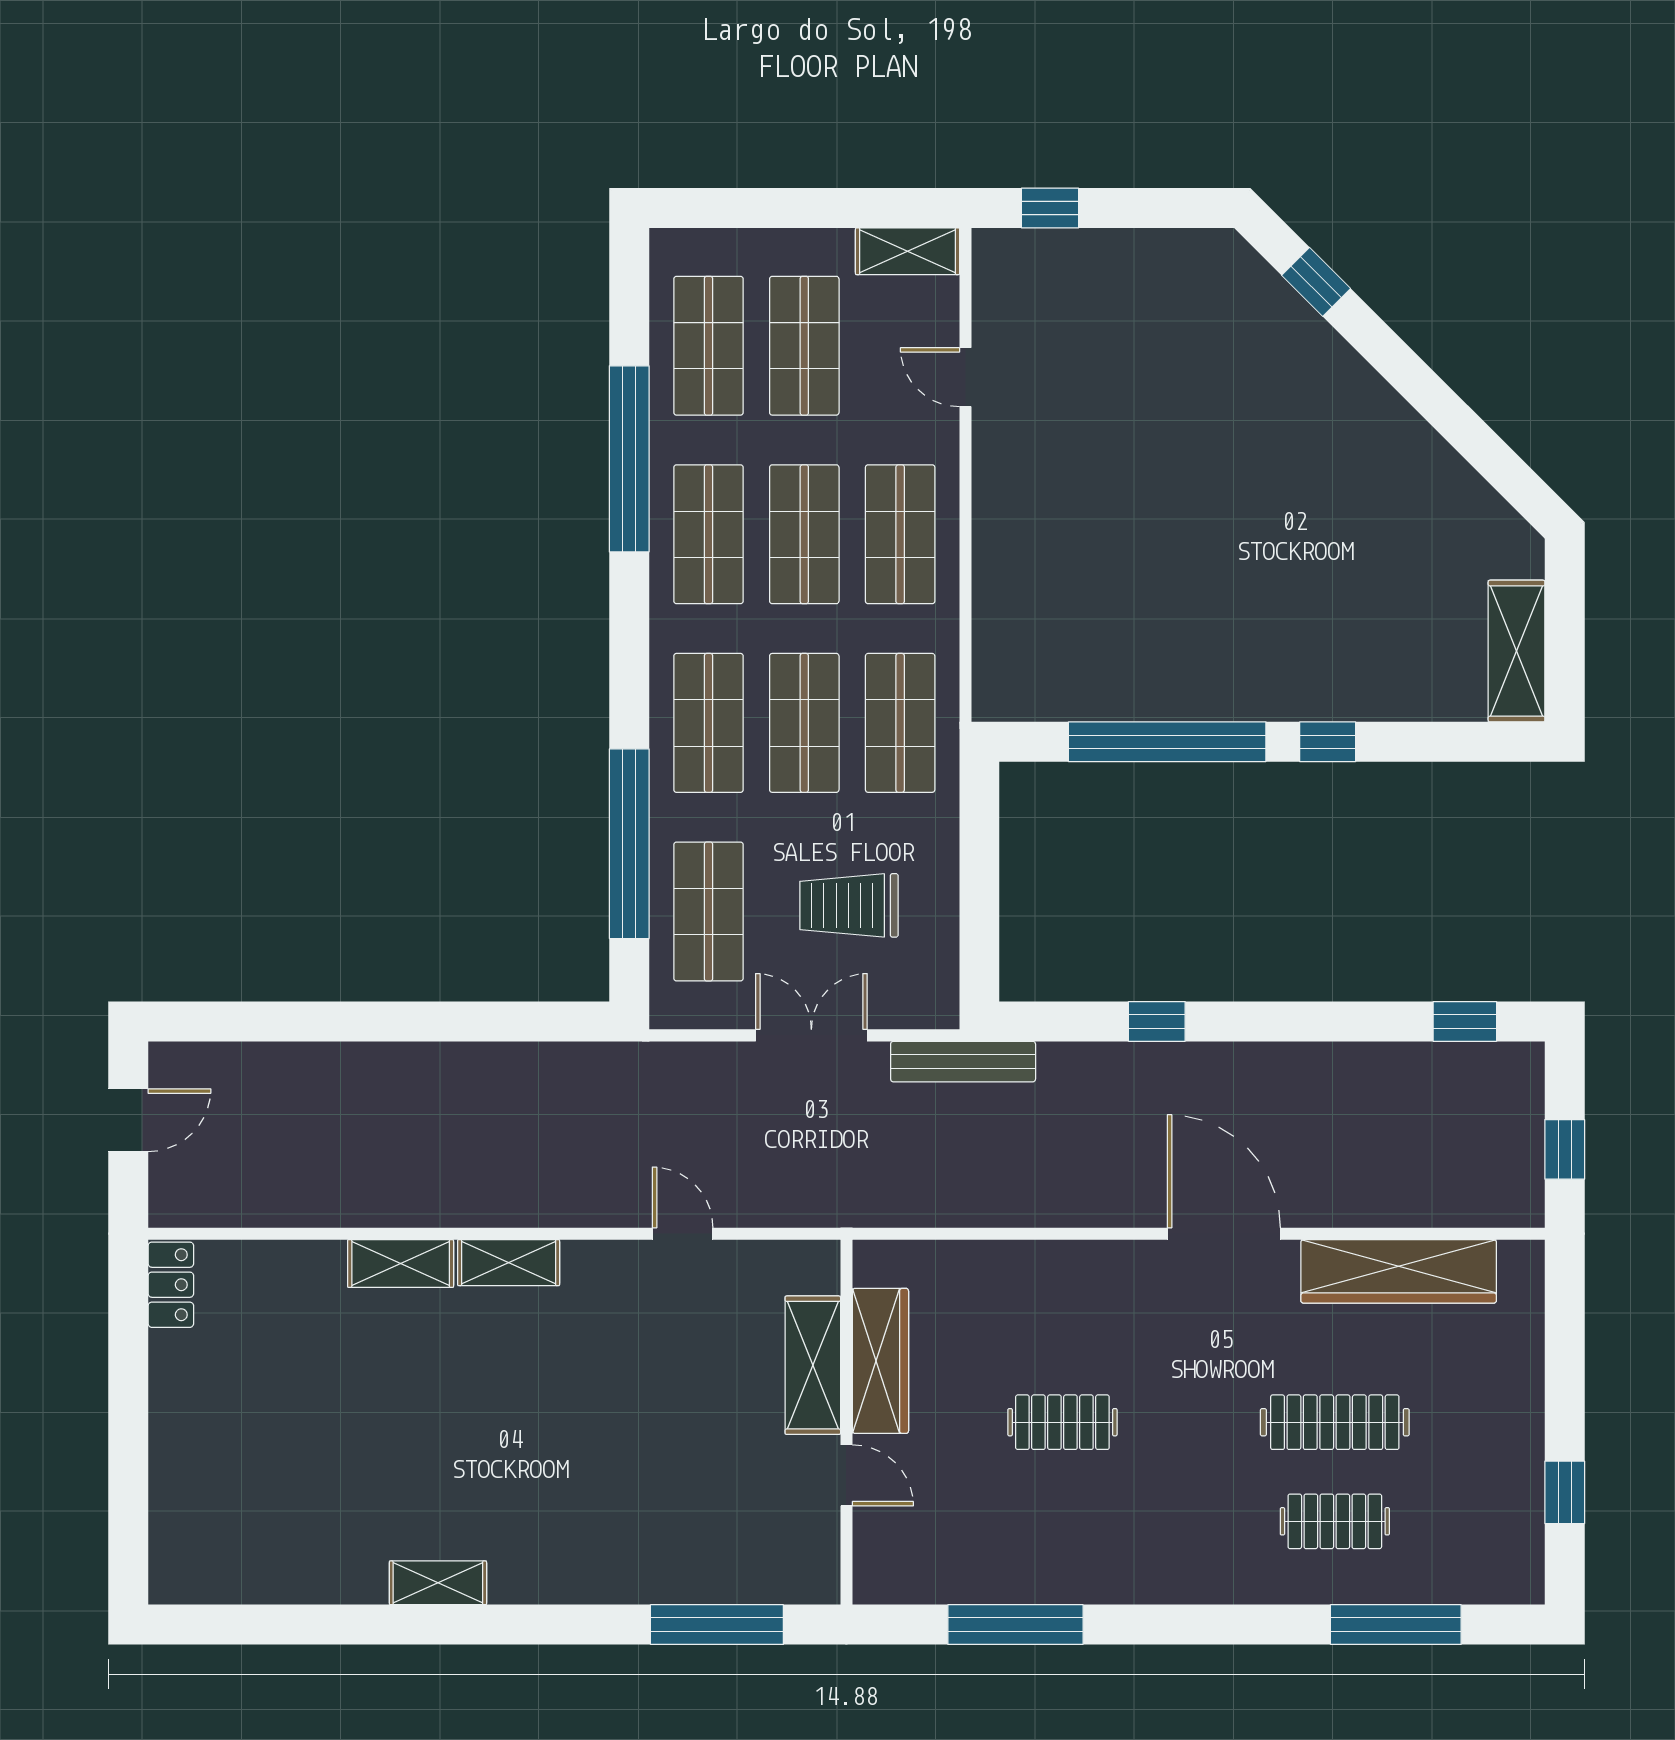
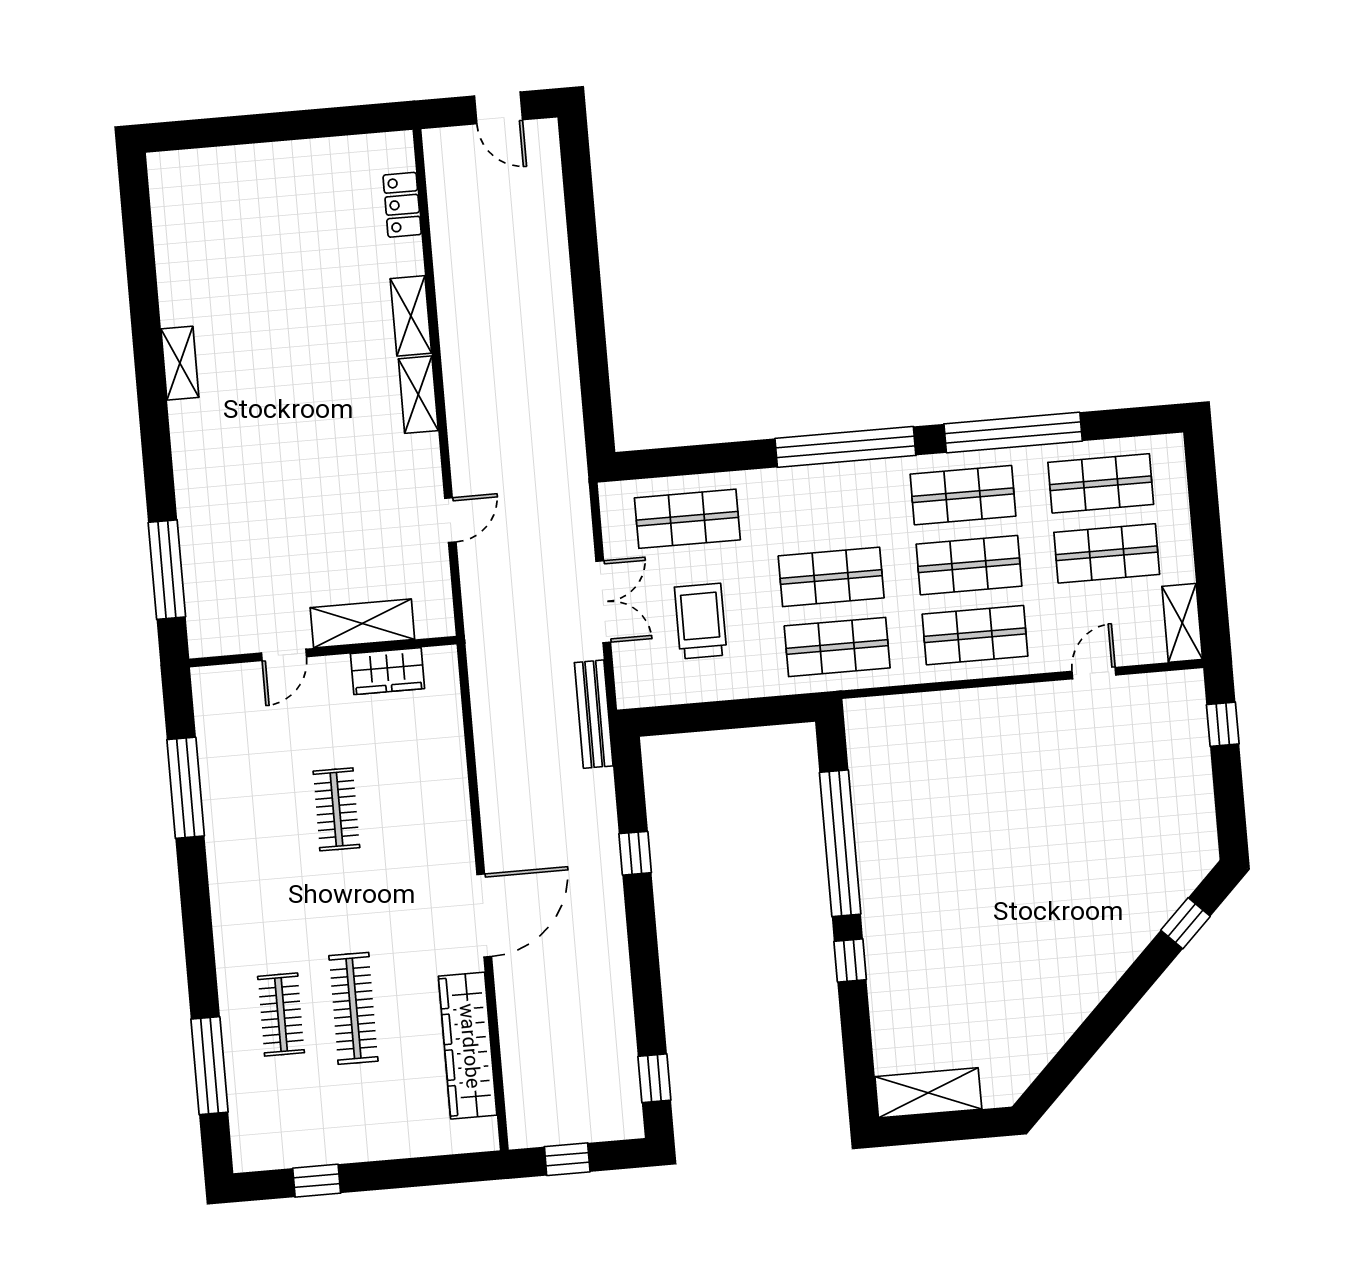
shop shelf: (708, 723) -> (825, 507), removed
window: (629, 844) -> (845, 447), moved
locker: (171, 1285) -> (402, 205), moved, turned 90
wardrobe: (880, 1361) -> (387, 671), width x0.67

